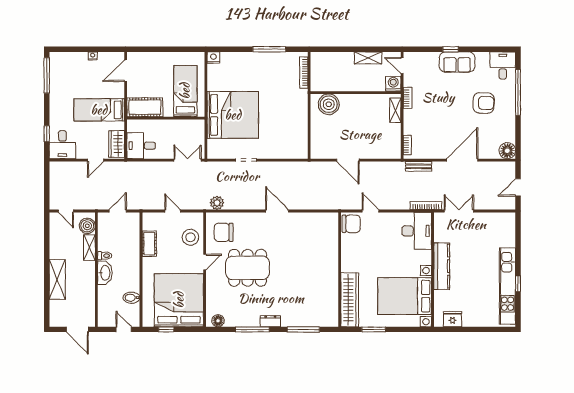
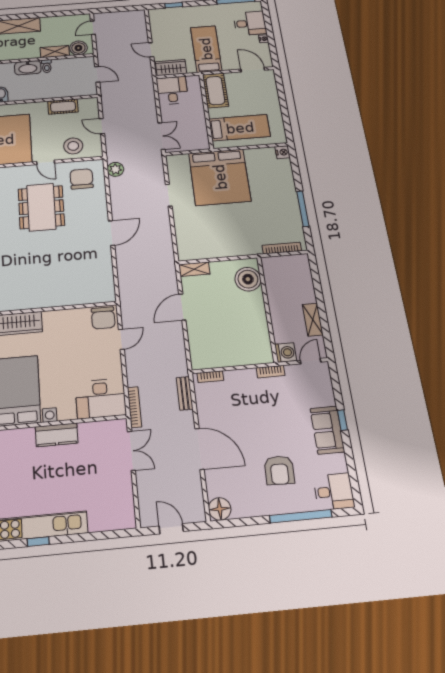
shelving: (395, 110) -> (194, 269), moved
desk: (62, 145) -> (250, 23), moved, turned 180
door: (173, 211) -> (102, 126), swing flipped
kitchen counter: (442, 266) -> (57, 435), width x0.67

